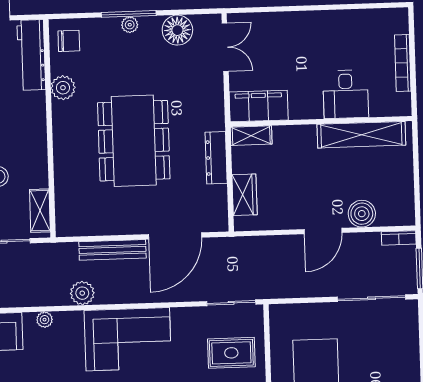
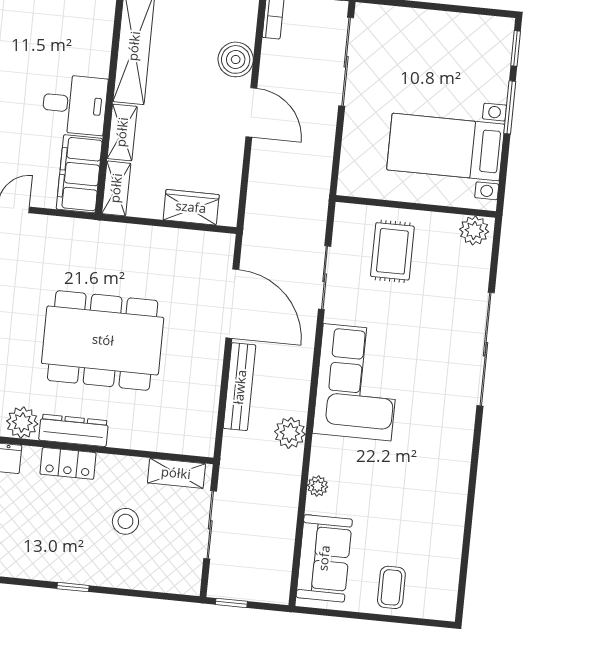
desk: (346, 94) -> (75, 104), moved
locker: (36, 127) -> (68, 463), added
shelving: (295, 134) -> (122, 132), added
dresser: (216, 158) -> (74, 430), moved, turned 180
sliding door: (231, 303) -> (325, 278), moved

